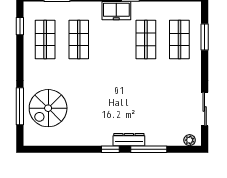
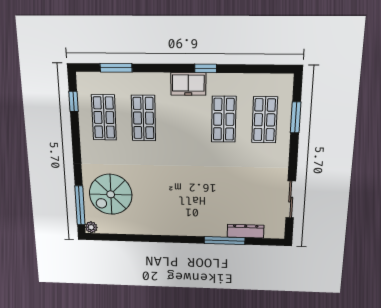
window: (20, 106) -> (80, 206), moved
dresser: (129, 140) -> (246, 231), moved
plant: (190, 140) -> (91, 227), moved
window: (110, 149) -> (182, 239), removed

